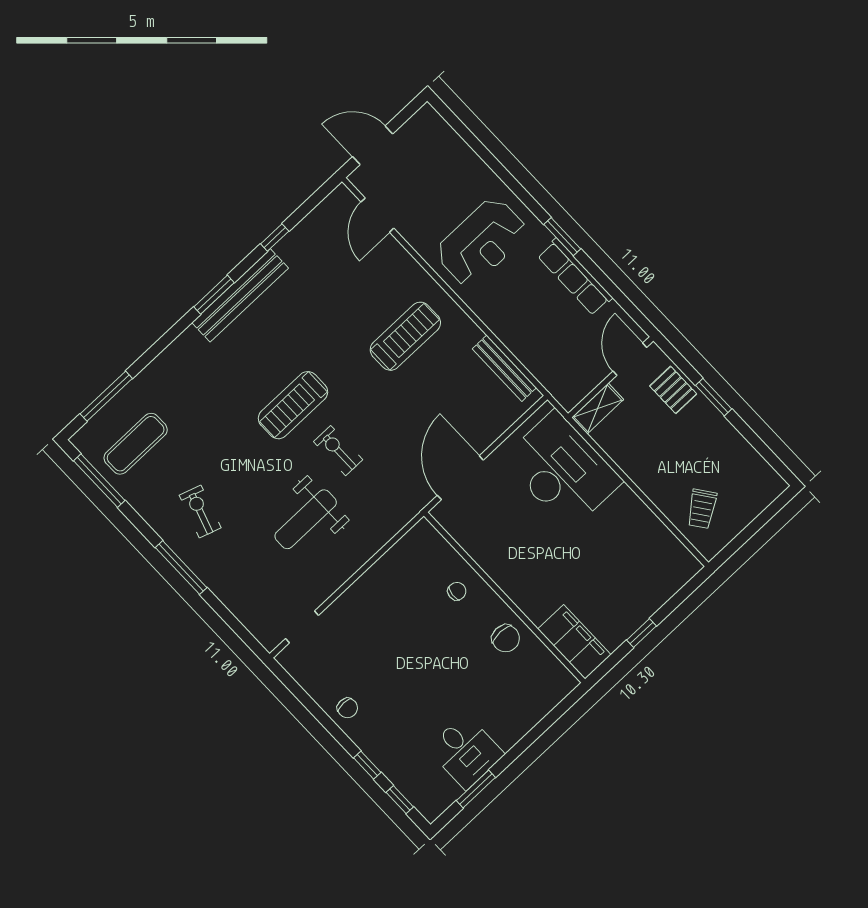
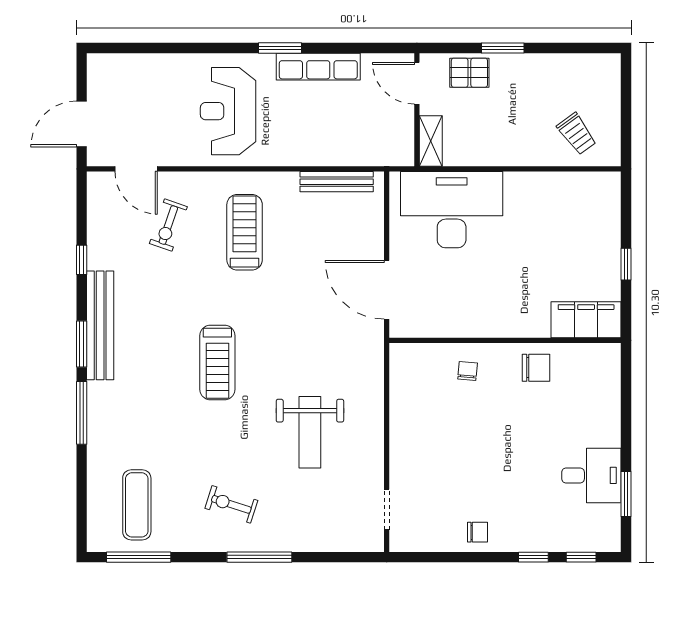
reception desk: (481, 242) -> (228, 111), turned 180
window: (106, 396) -> (82, 413), moved
exercise bike: (338, 451) -> (168, 225), moved, turned -71

